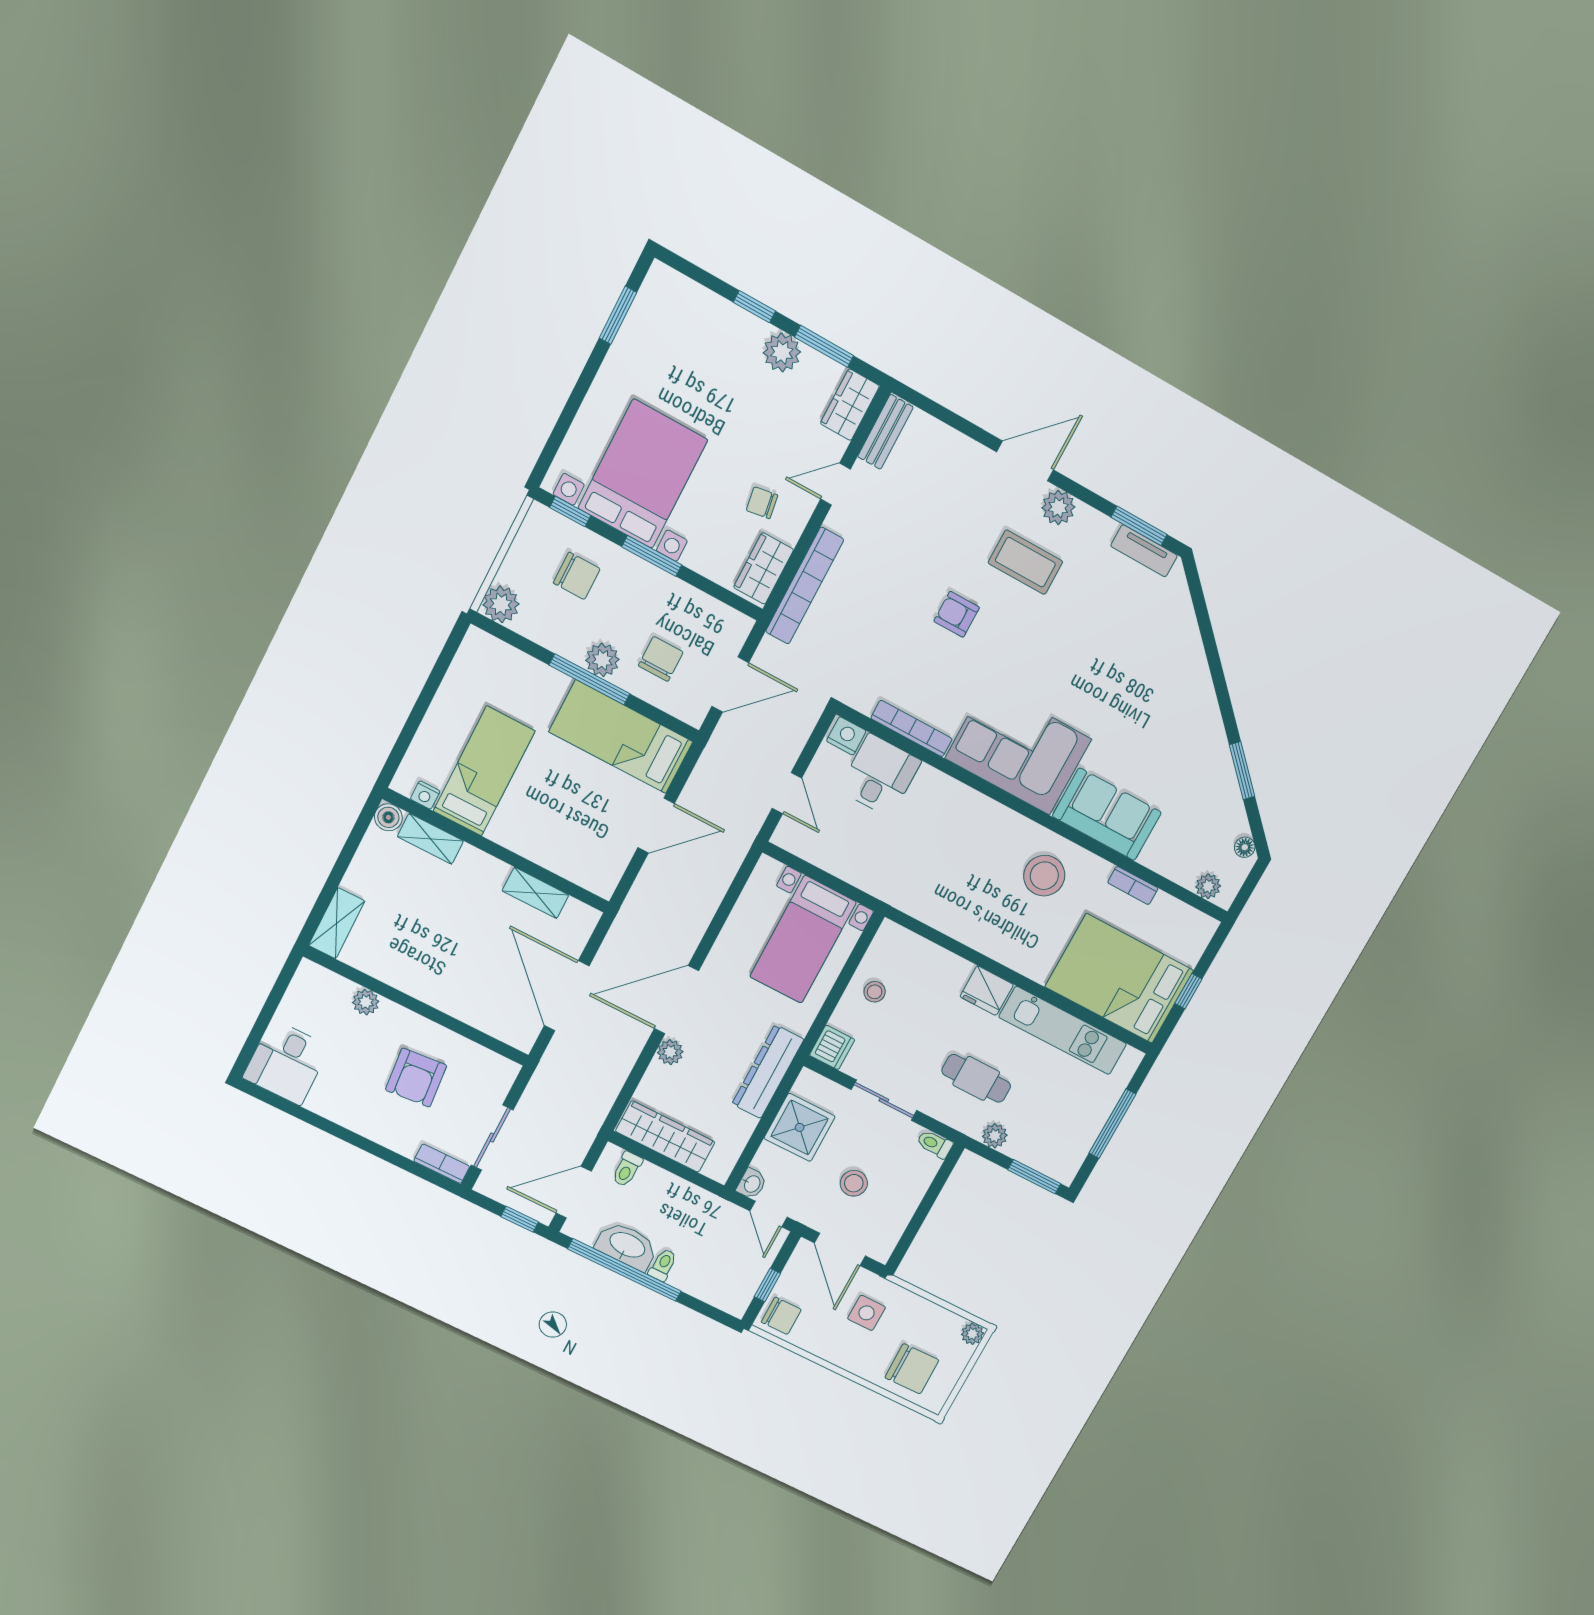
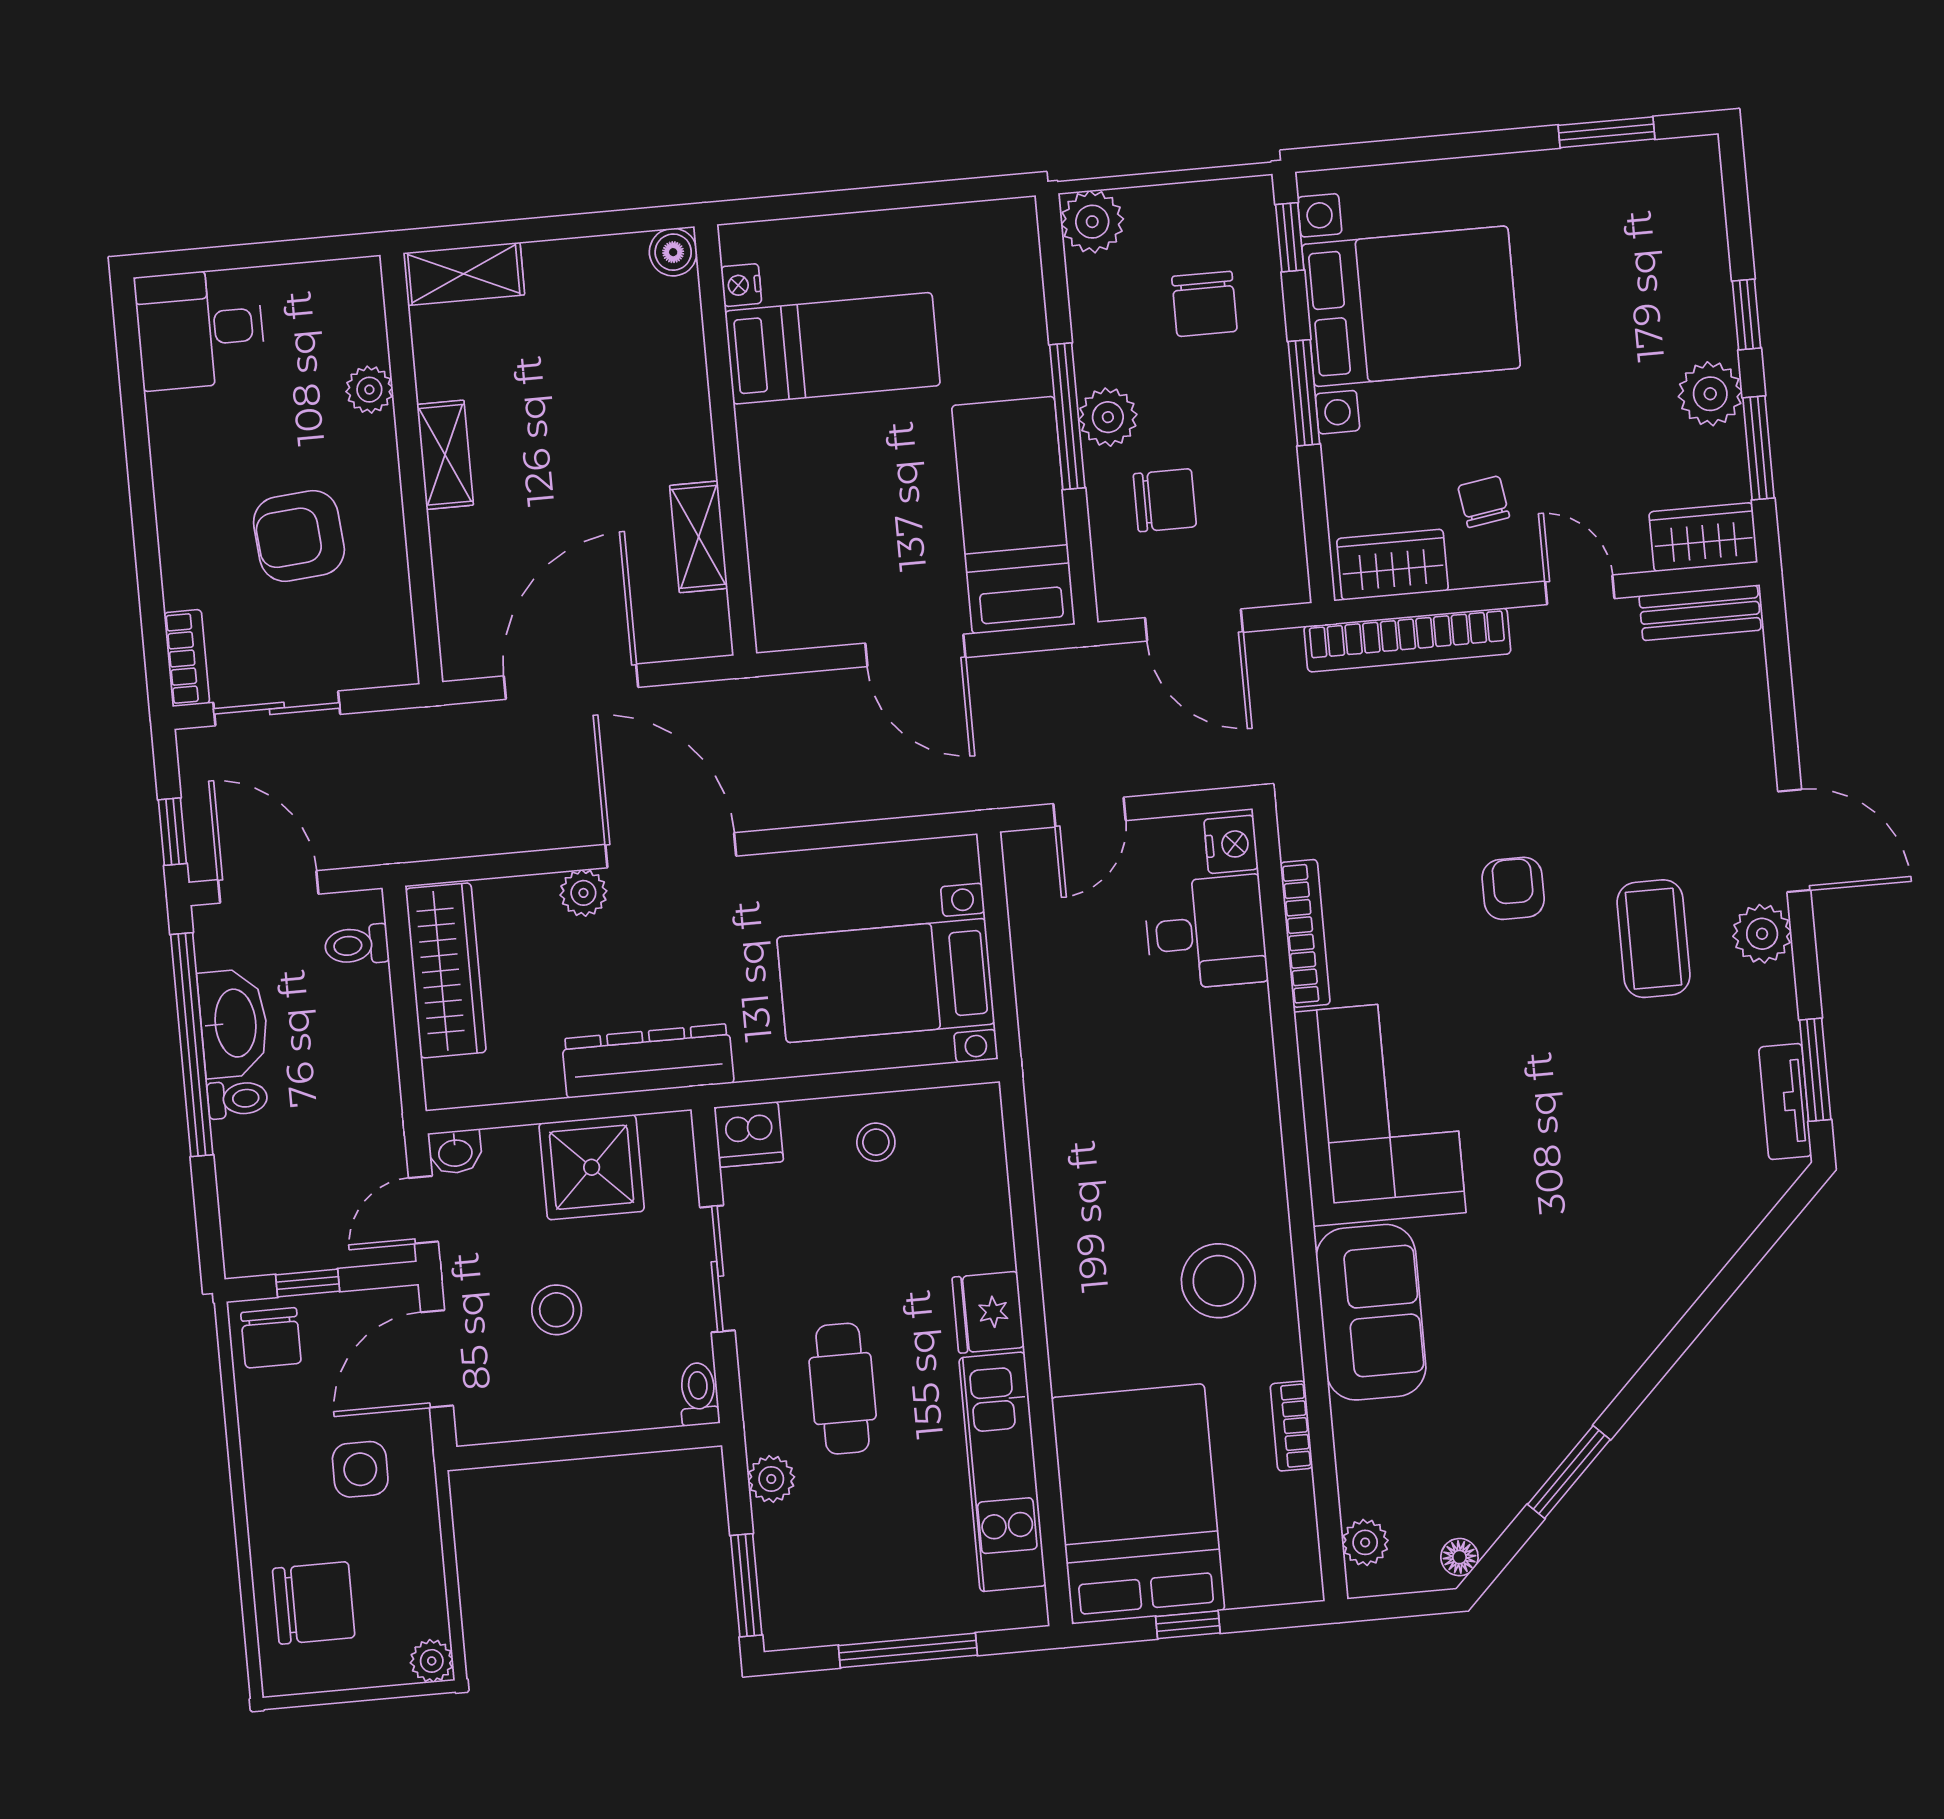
shelving: (430, 839) -> (445, 455), moved
chair: (912, 1369) -> (314, 1603), turned -89

